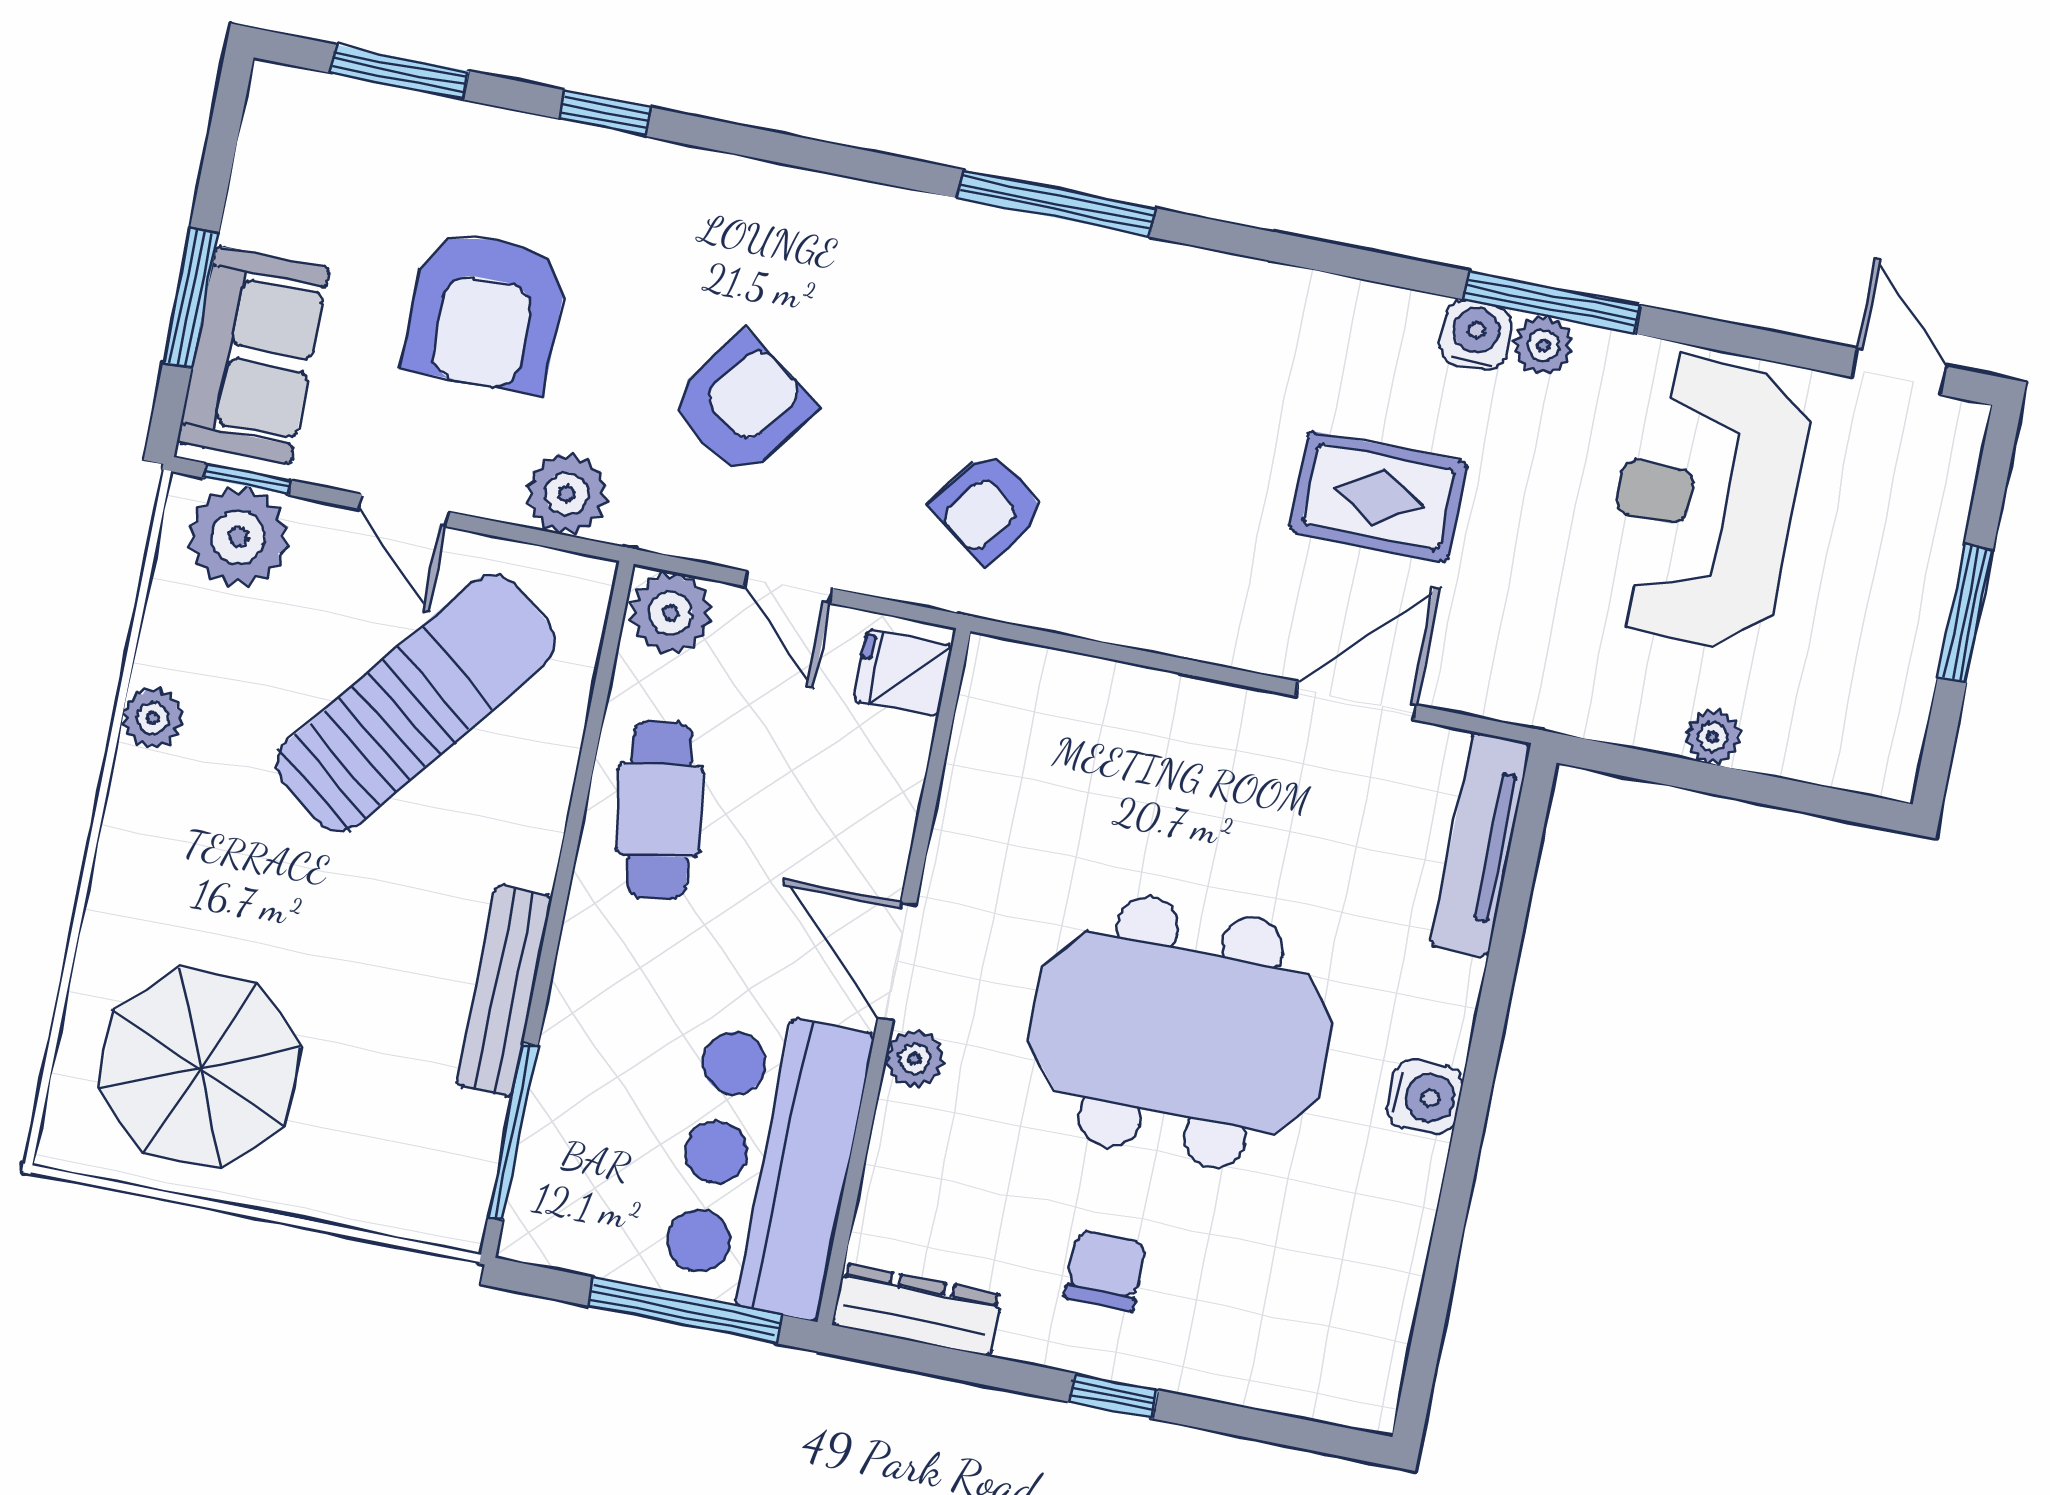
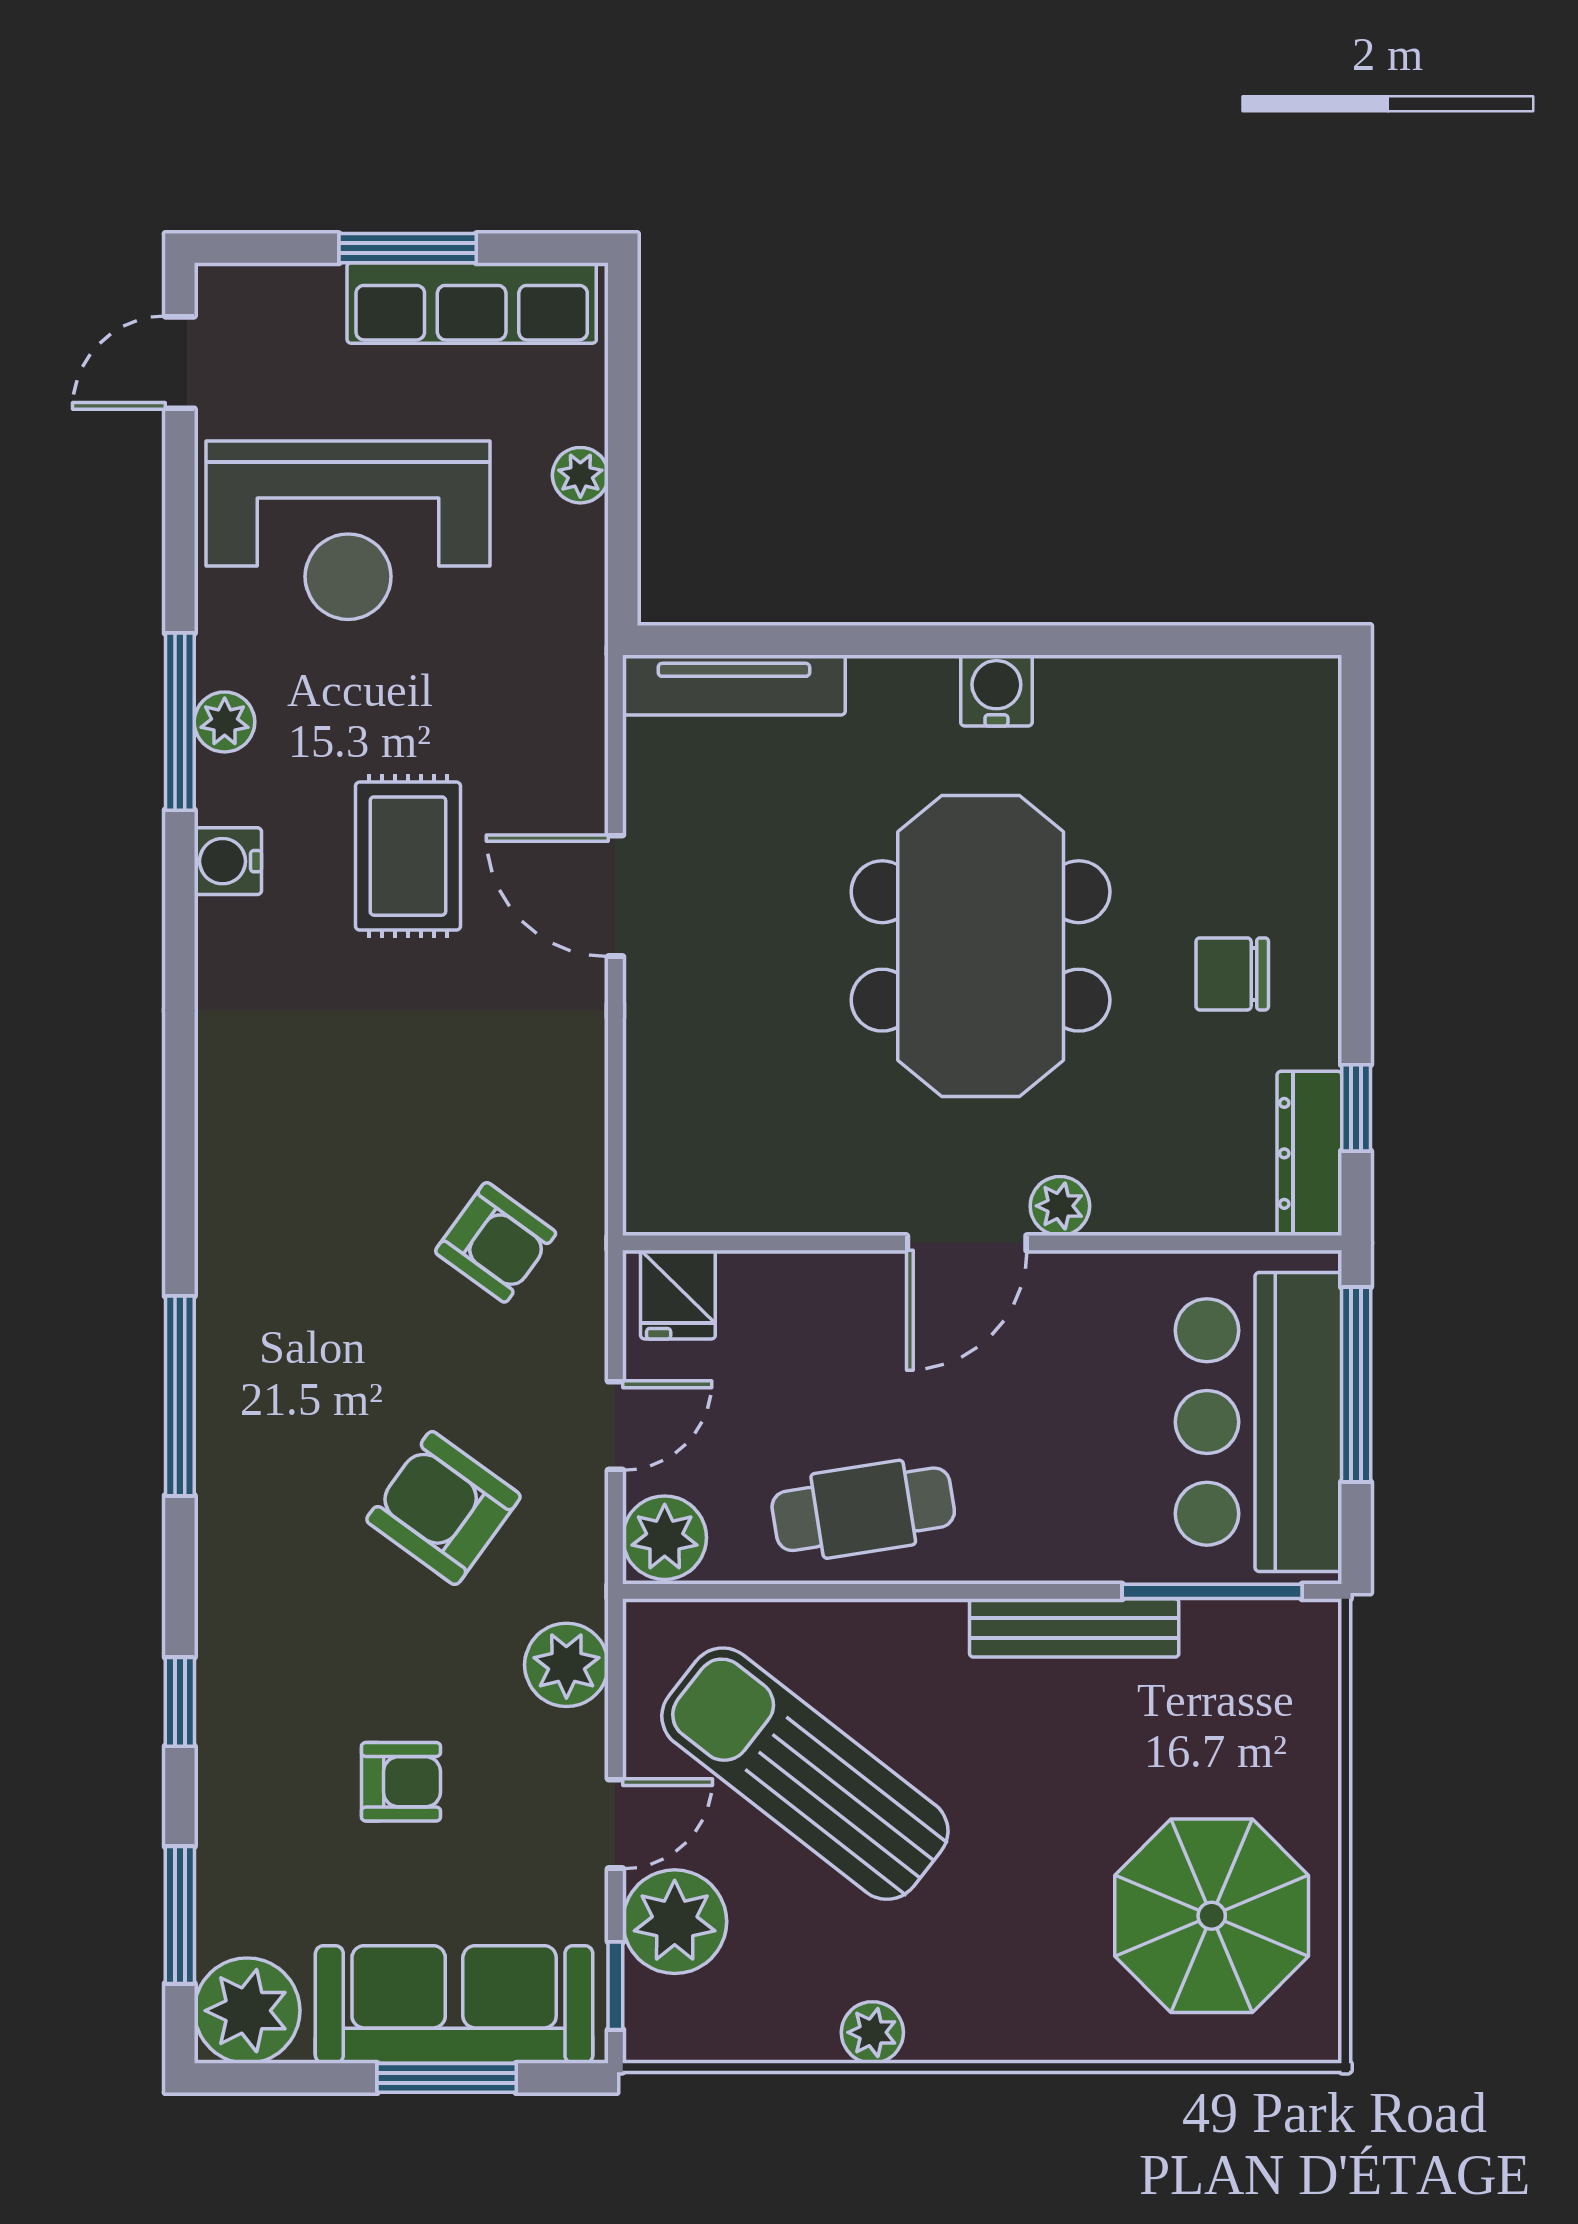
plant: (294, 119) -> (247, 2011), added
window: (1056, 203) -> (180, 1396), moved
armchair: (486, 311) -> (401, 1782), width x0.53, depth x0.53
water cooler: (1475, 335) -> (228, 861), moved
sofa: (253, 355) -> (454, 2004), width x1.36
plant: (238, 537) -> (675, 1922), moved
row of seats: (1900, 665) -> (472, 303), added
door: (1356, 701) -> (615, 896), moved
bar counter: (766, 1162) -> (1258, 1422), moved, turned 90
window: (1113, 1396) -> (1356, 1108), moved

